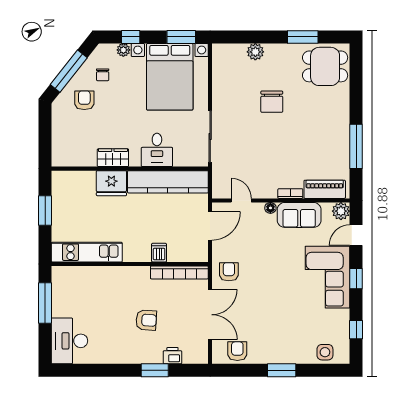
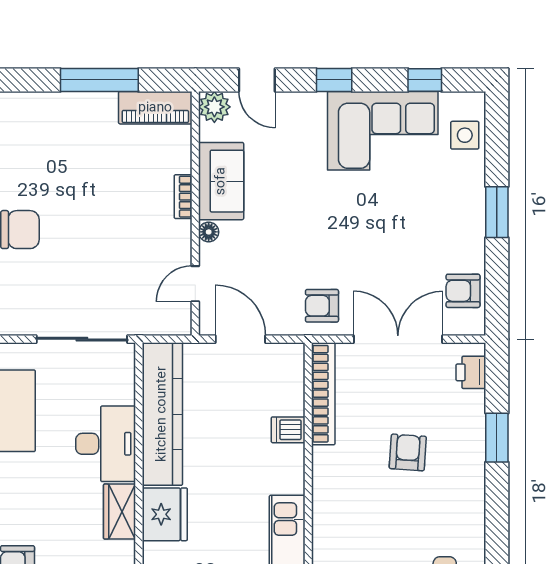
desk: (157, 150) -> (106, 444), width x1.37
piano: (325, 189) -> (155, 108), moved, turned -90
corner sofa: (328, 277) -> (383, 131), moved
printer: (172, 356) -> (471, 372), moved

